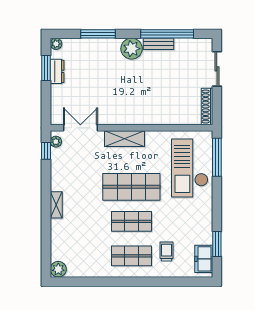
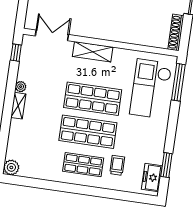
plant: (56, 142) -> (21, 87), moved
shop shelf: (131, 221) -> (88, 132), width x1.43, depth x1.36

